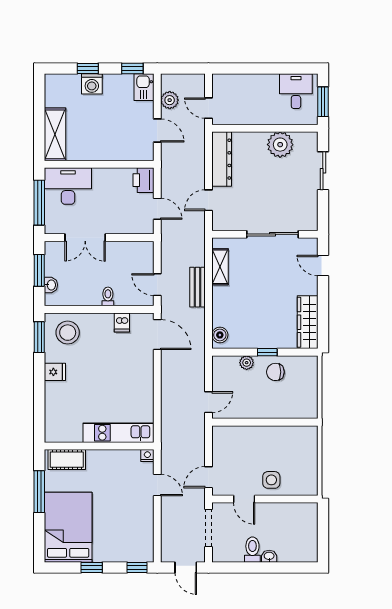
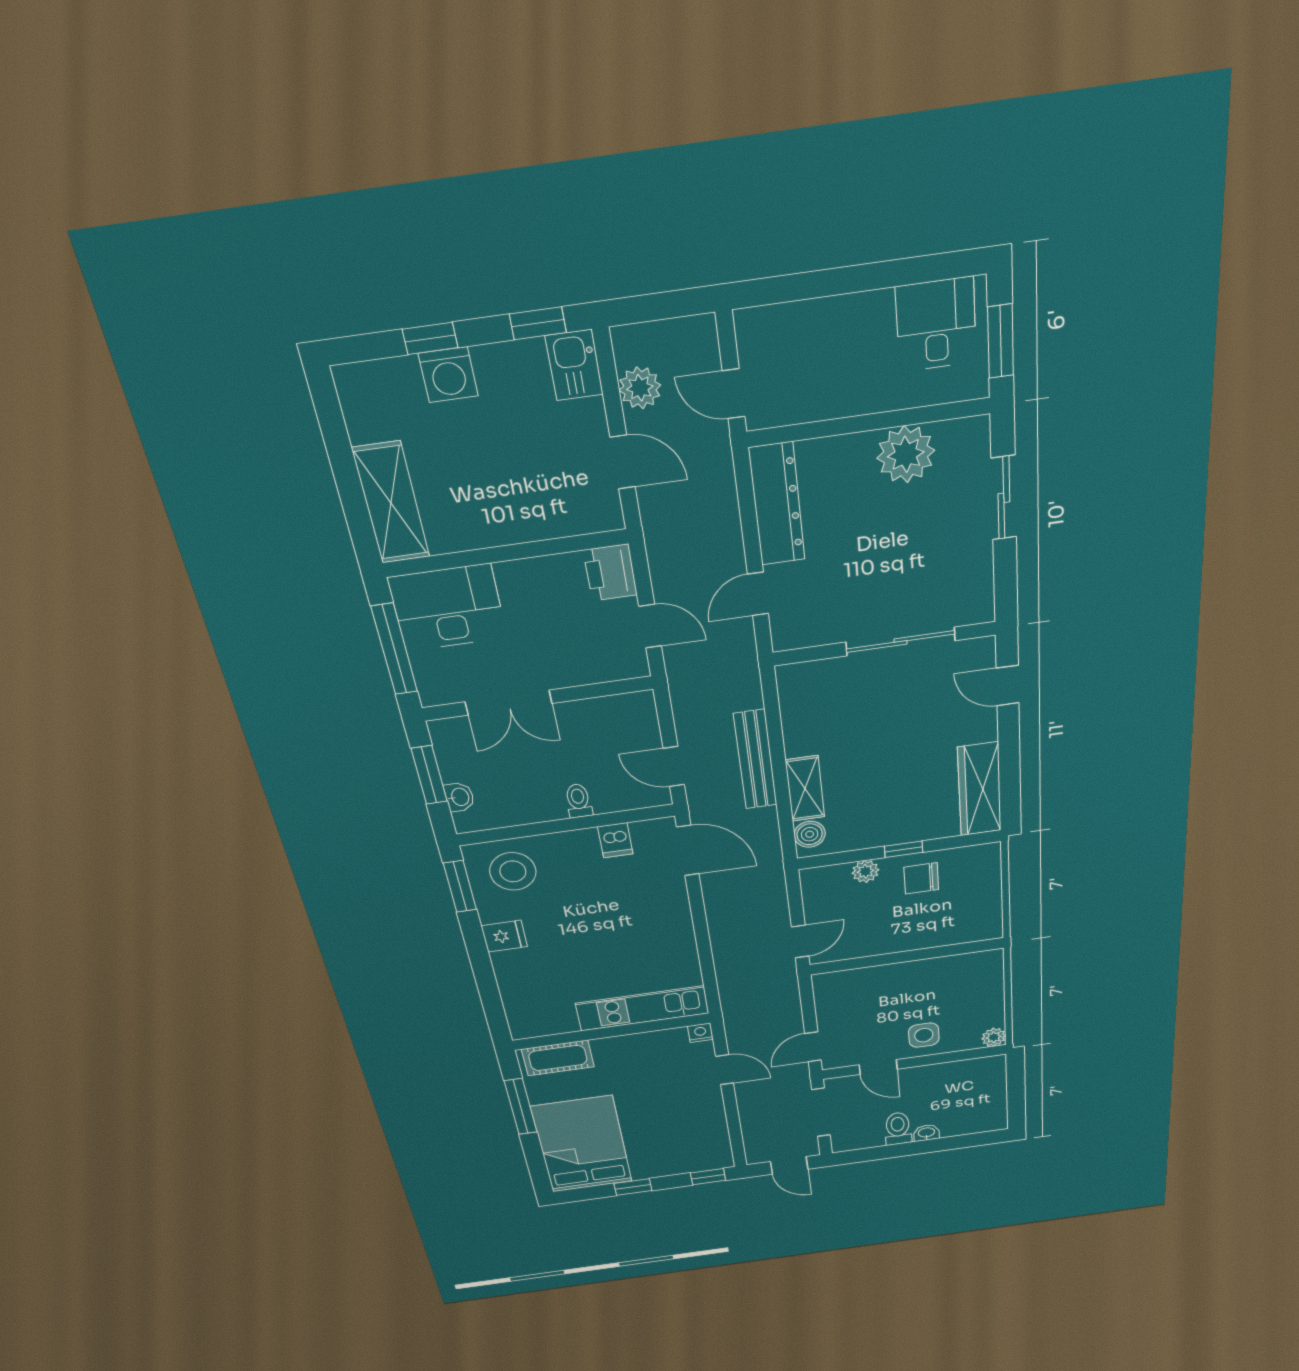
shelving: (220, 267) -> (805, 789), moved
bench: (197, 287) -> (755, 760), width x1.36
plant: (311, 489) -> (994, 1037), added

